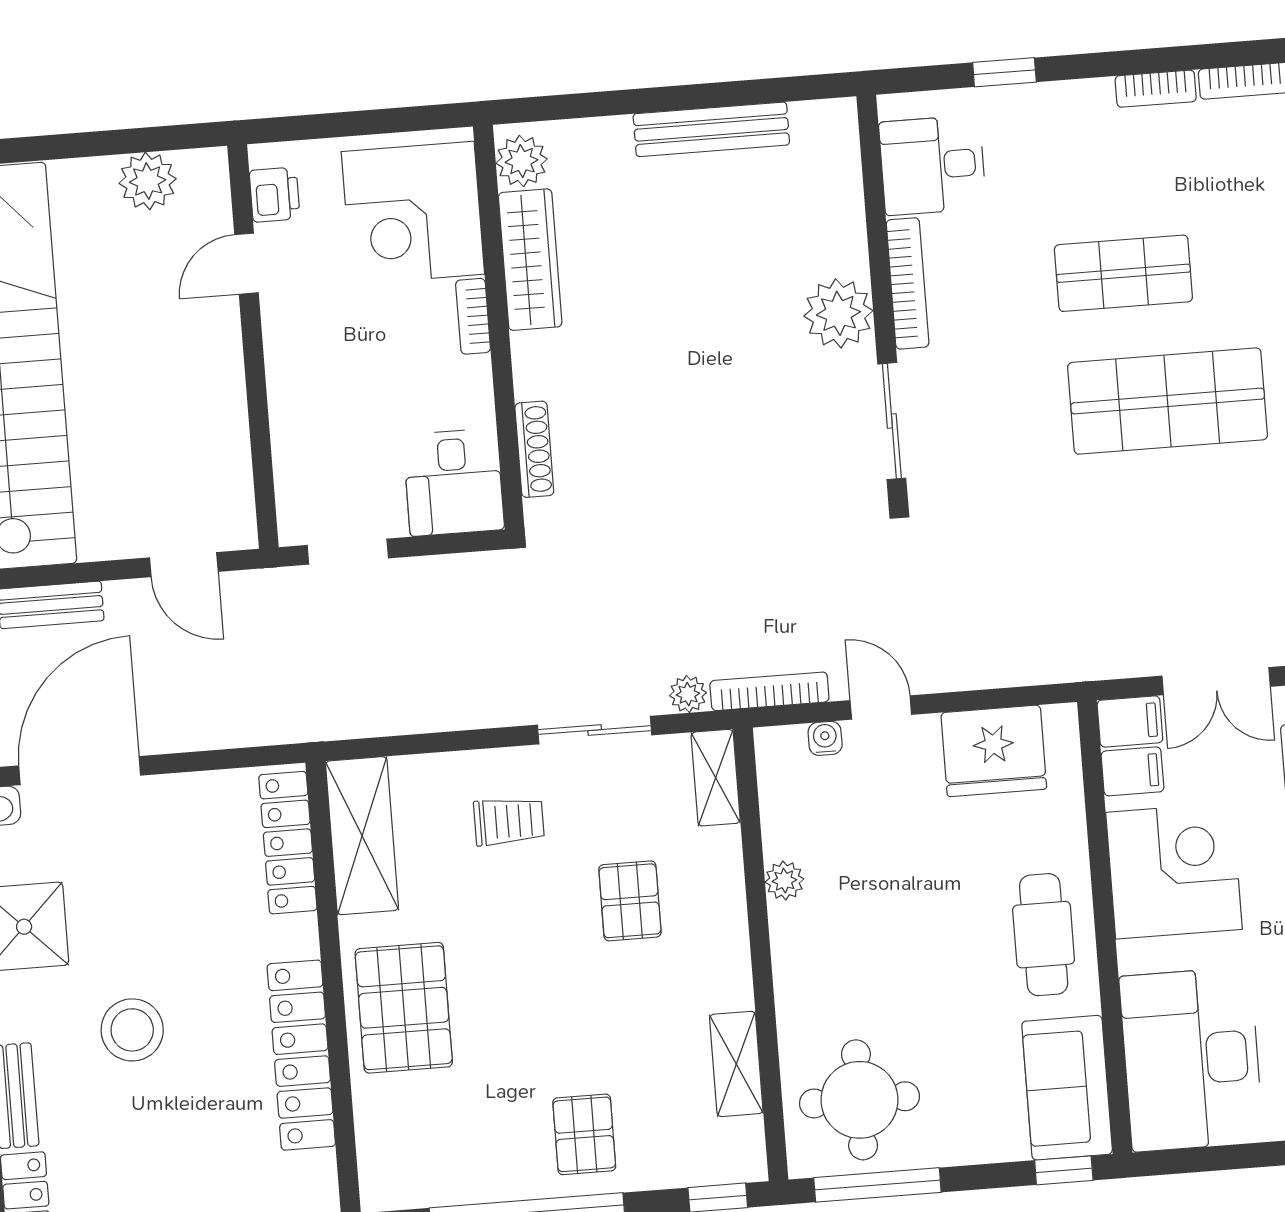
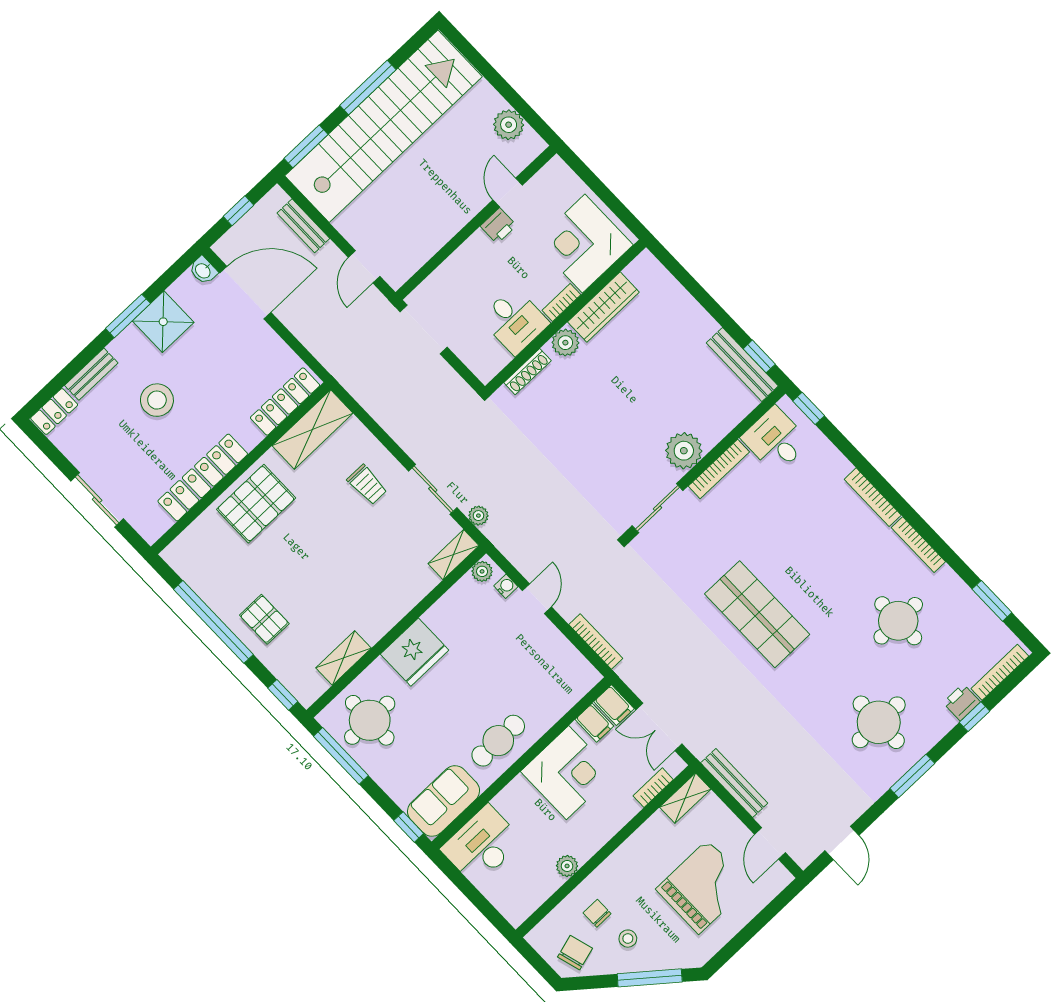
window: (1004, 72) -> (809, 408), moved
window: (790, 89) -> (759, 356), added
bookcase: (1156, 89) -> (873, 497), width x1.56
bench: (711, 129) -> (742, 364), moved
plant: (522, 161) -> (565, 343), moved
printer: (275, 195) -> (498, 226), moved
door: (246, 264) -> (508, 193), hinge flipped
shop shelf: (1123, 273) -> (795, 554), removed
desk: (454, 482) -> (515, 321), moved, turned -90
doorway: (348, 552) -> (424, 329), width x1.38
bookcase: (769, 691) -> (596, 641), moved
fridge: (994, 751) -> (415, 652), moved, turned -90
plant: (784, 881) -> (482, 571), moved
pallet: (630, 901) -> (375, 560), removed
desk: (1191, 1059) -> (482, 845), width x0.73, depth x0.77
pallet: (584, 1134) -> (264, 619), turned 90

